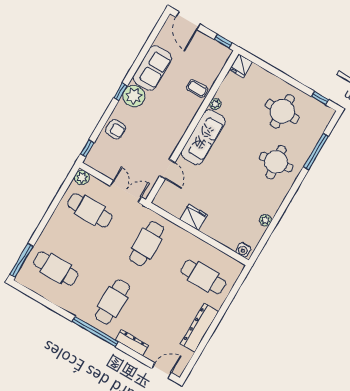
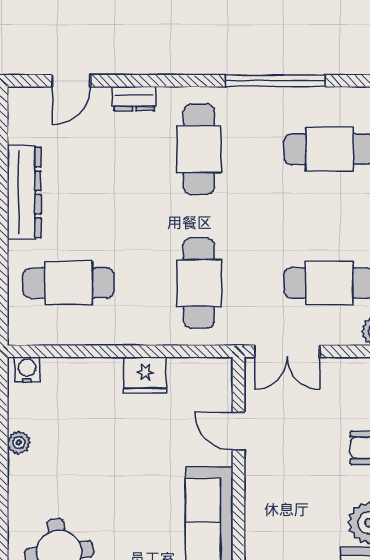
window: (95, 332) -> (275, 81), moved
dresser: (132, 343) -> (134, 99), width x0.70
door: (162, 370) -> (71, 81), moved

